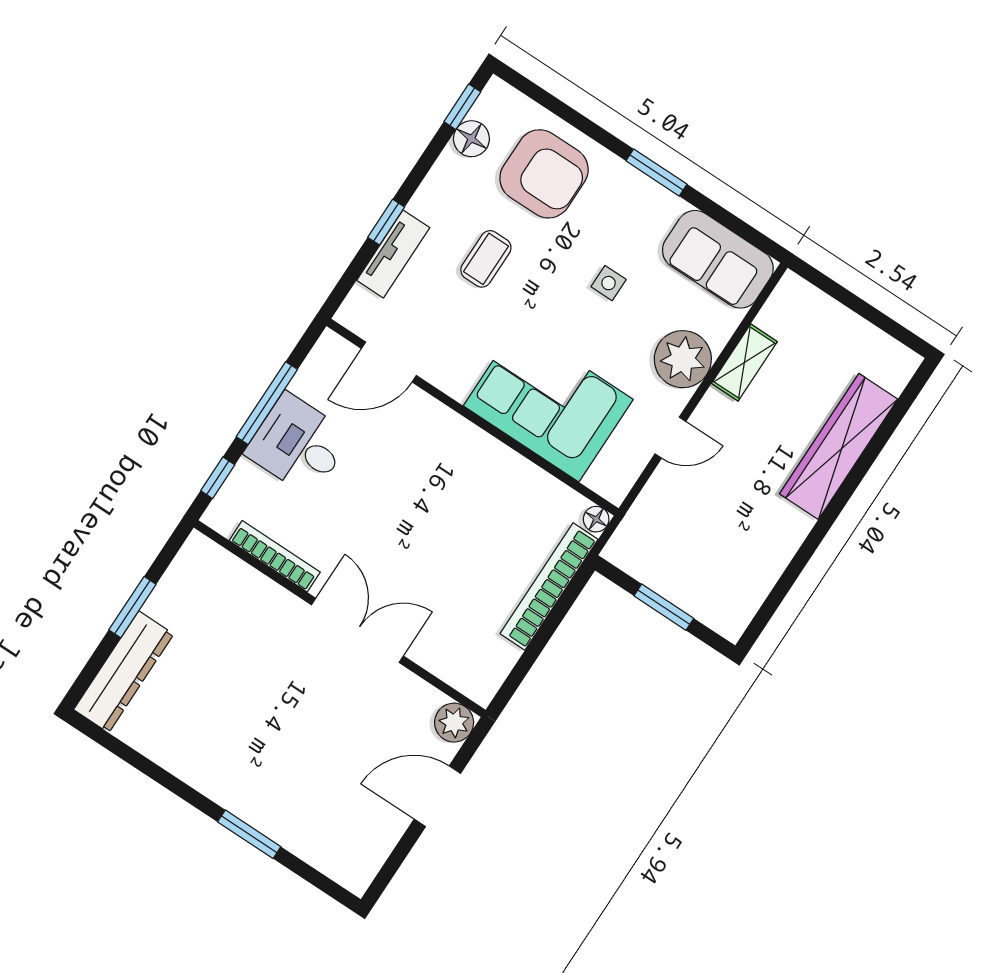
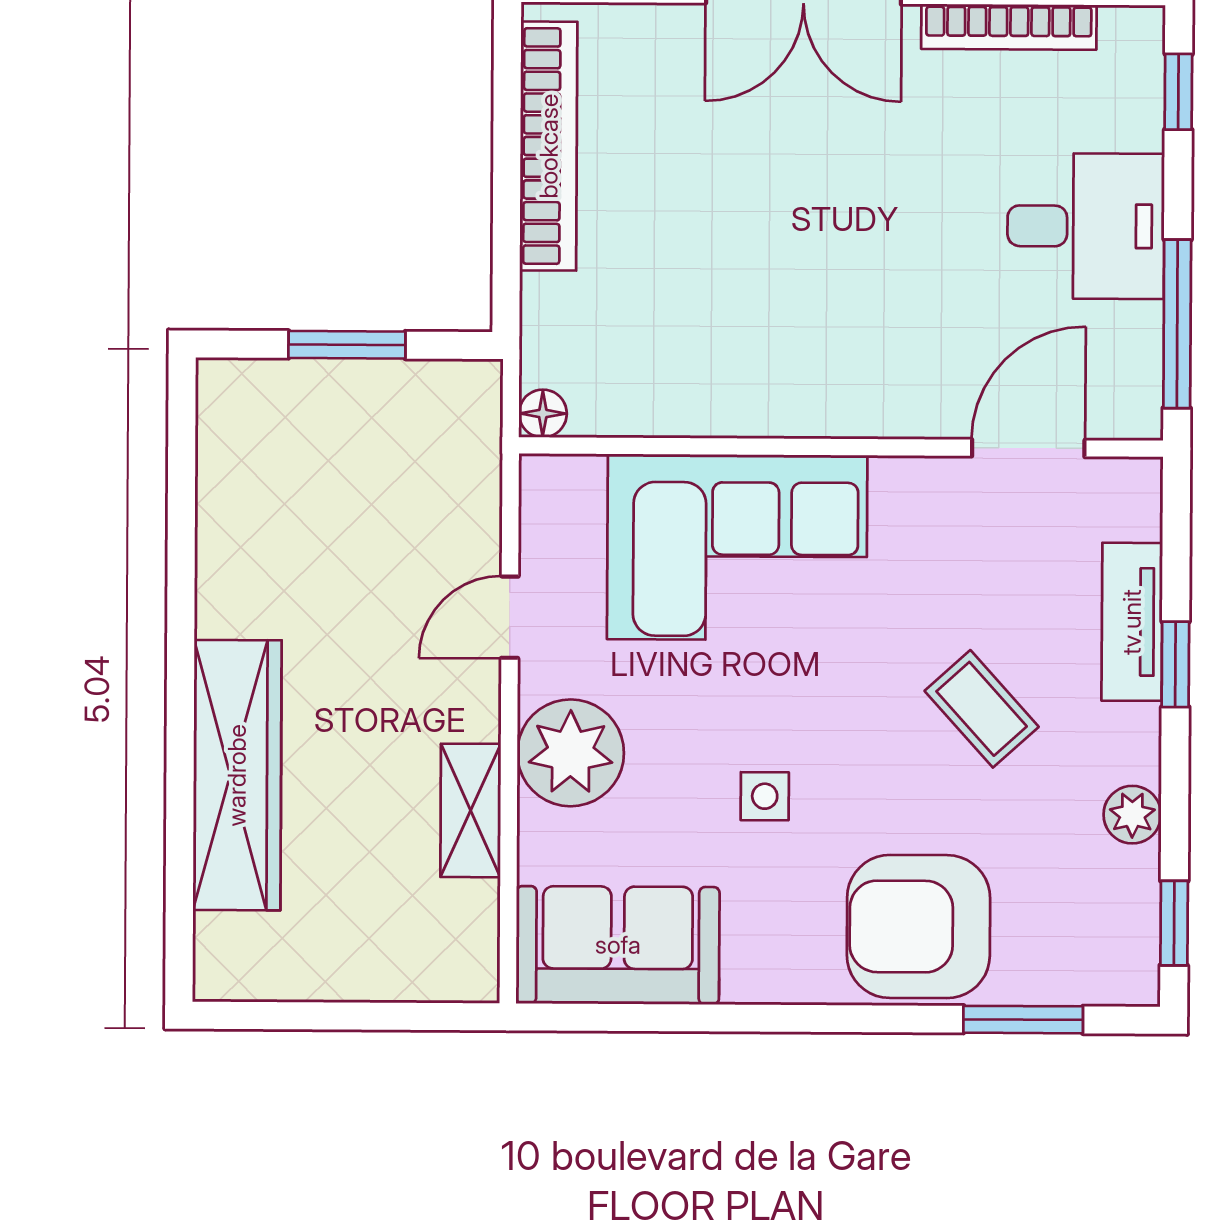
floor lamp: (471, 139) -> (1127, 882), removed
plant: (449, 168) -> (1132, 815), added
window: (656, 173) -> (1023, 1020), moved
armchair: (544, 174) -> (918, 927), moved
coffee table: (486, 259) -> (982, 709), turned -42
window: (267, 403) -> (1177, 324), moved
bookcase: (549, 587) -> (549, 146), moved

